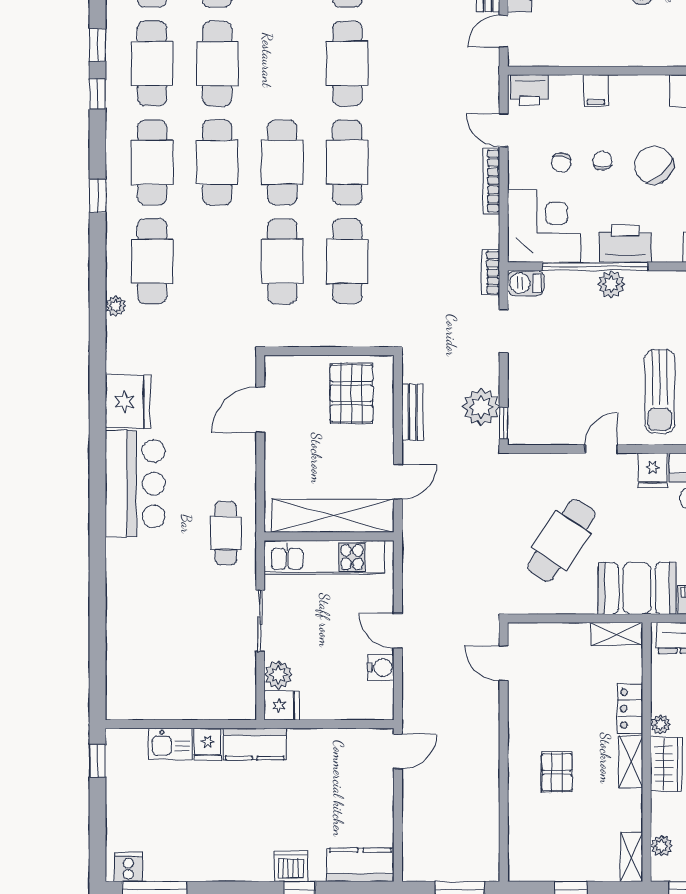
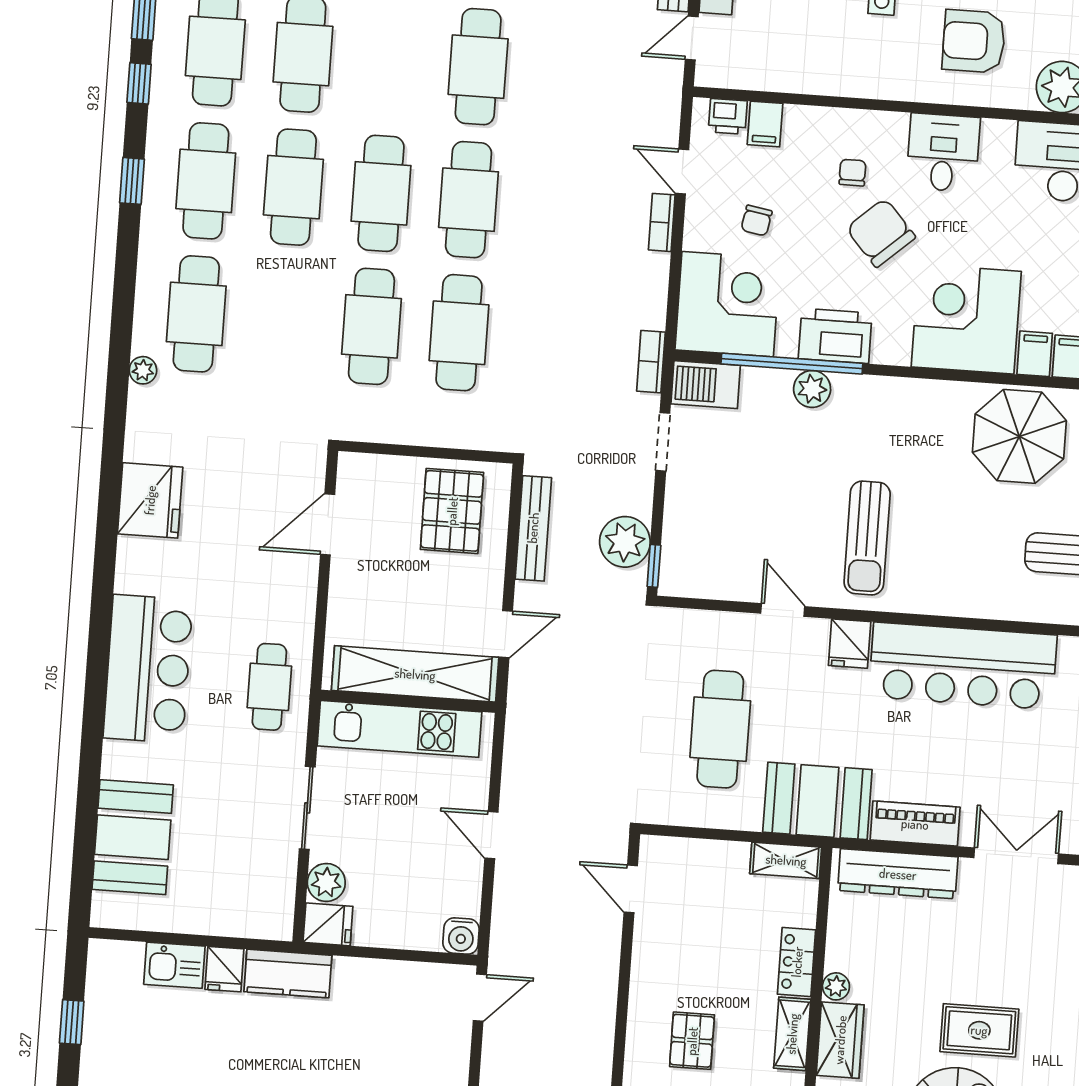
printer: (530, 90) -> (728, 116), width x0.73, depth x0.81
filing cabinet: (596, 91) -> (765, 124), moved
chair: (602, 161) -> (852, 173), moved
bookcase: (491, 181) -> (662, 222), width x0.64
window: (98, 196) -> (132, 181), moved
barbecue: (526, 283) -> (706, 385), width x1.38, depth x1.27
bench: (413, 412) -> (533, 528), width x1.36
door: (601, 449) -> (783, 610), hinge flipped
bar counter: (135, 484) -> (148, 669), moved
cafe table: (561, 540) -> (720, 729), turned -34
booth: (133, 651) -> (133, 837), added
water cooler: (381, 667) -> (461, 936), moved, turned 90
window: (98, 761) -> (72, 1022), moved

